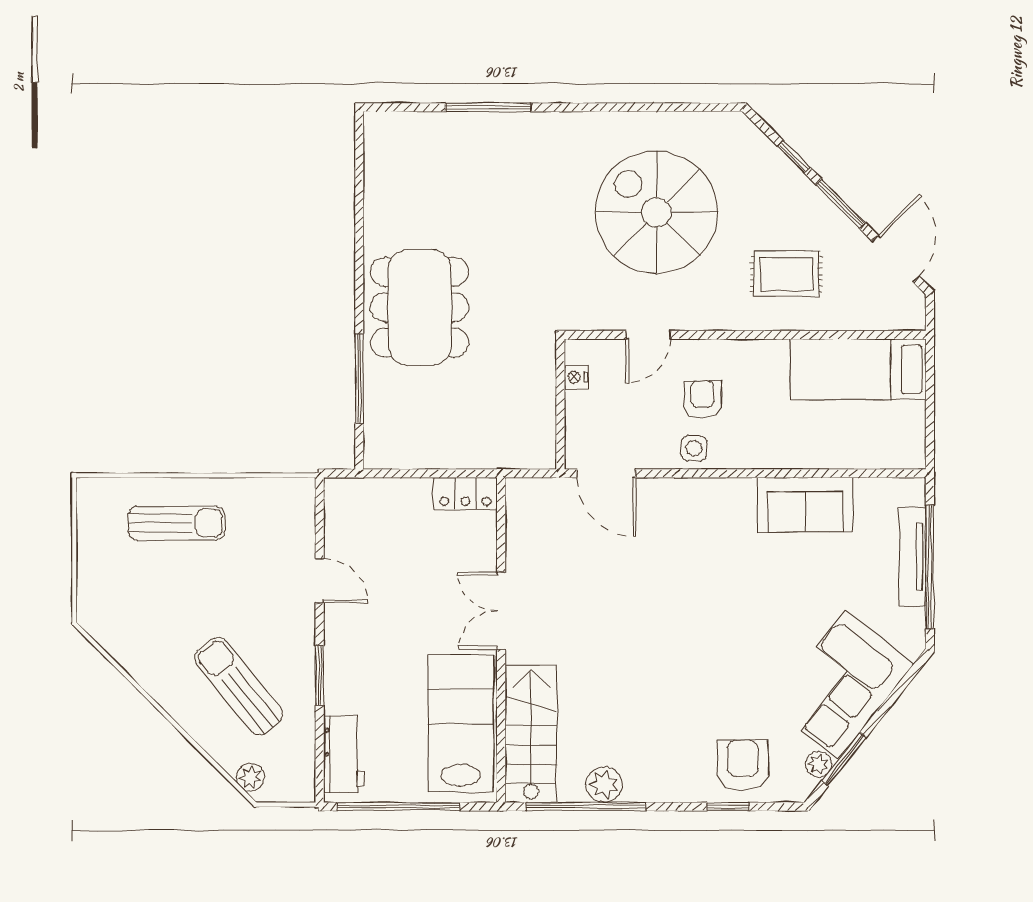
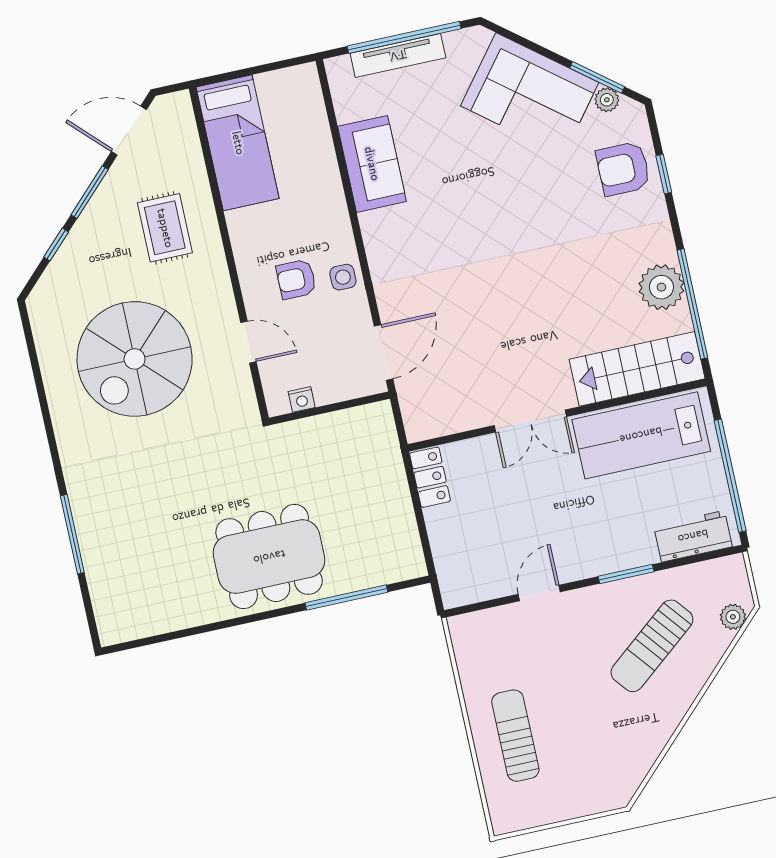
plant: (604, 785) -> (661, 287), width x1.36, depth x1.36

